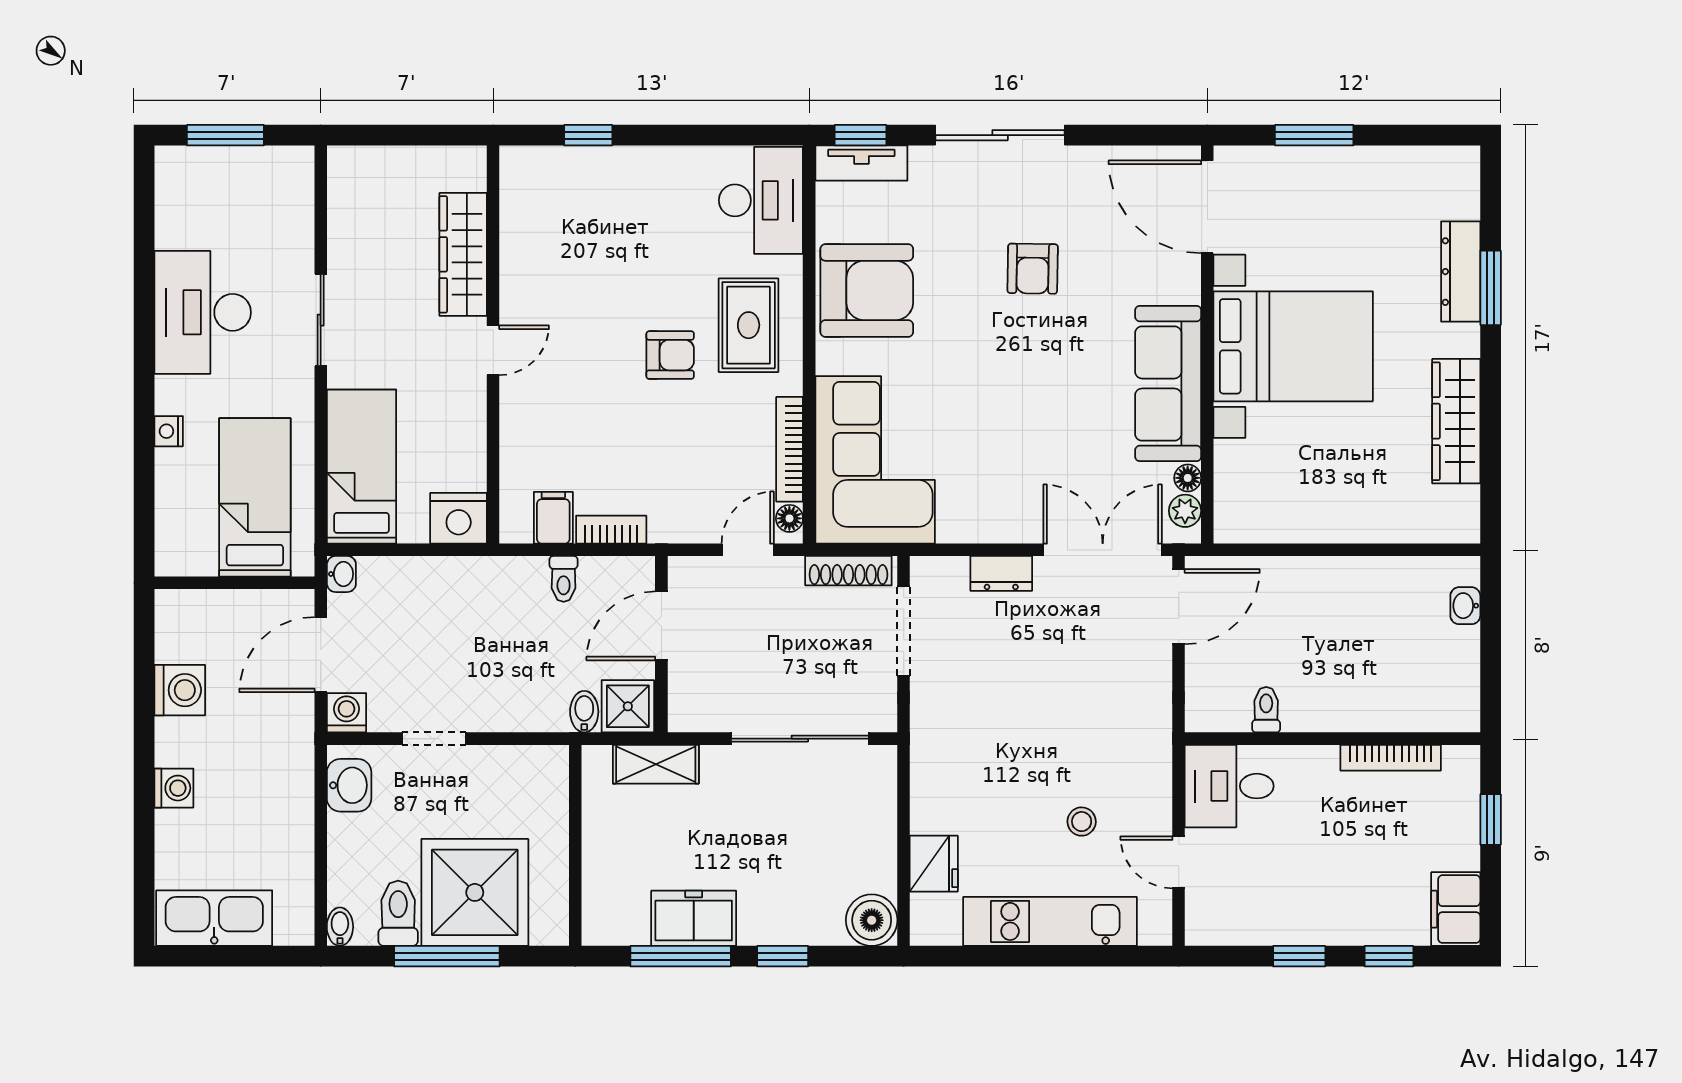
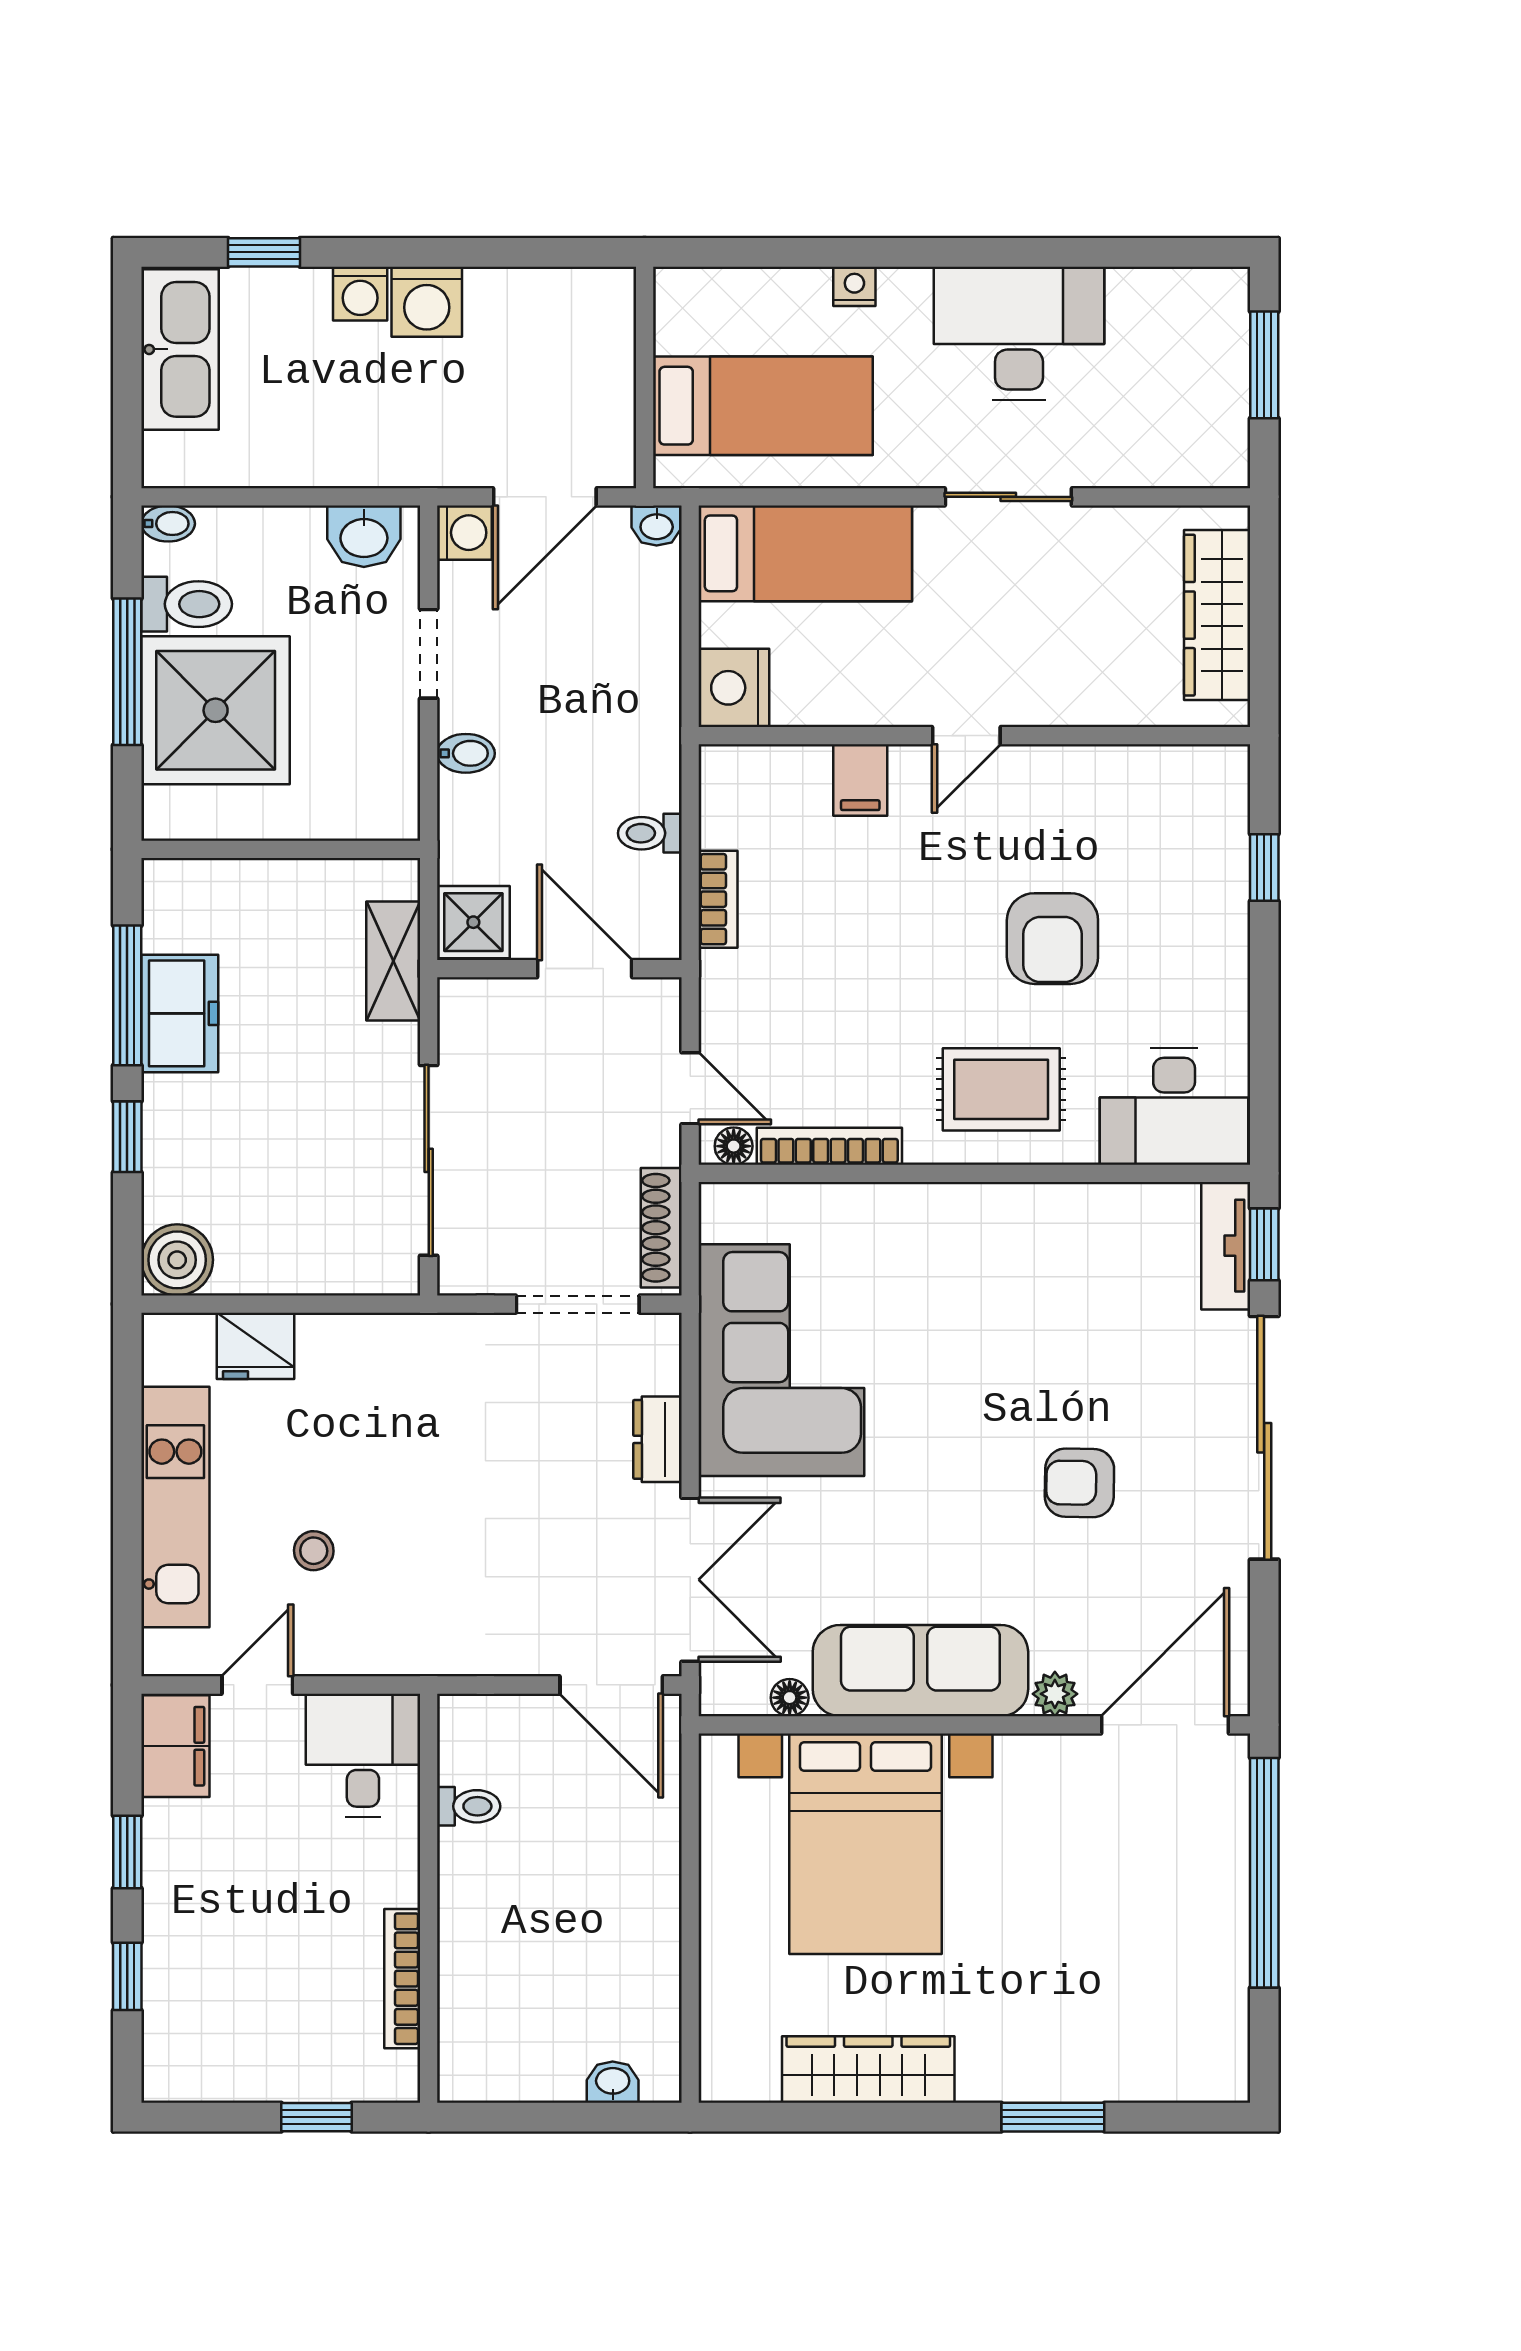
sliding door: (1000, 135) -> (1264, 1438), width x1.36
window: (1314, 135) -> (1264, 1873), width x2.11
wardrobe: (463, 254) -> (1217, 615), moved, turned -90
dresser: (1461, 272) -> (1075, 2076), removed
armchair: (867, 290) -> (1049, 1253), removed
bed with nightstands: (1293, 346) -> (866, 1844), moved
door: (493, 350) -> (966, 736), hinge flipped
armchair: (670, 355) -> (1052, 939), moved, width x1.38, depth x1.38
corner sofa: (875, 460) -> (781, 1360), moved, turned -90
plant: (1185, 511) -> (1055, 1694), moved
filing cabinet: (553, 518) -> (860, 780), moved, turned 90
door: (321, 655) -> (545, 497), swing flipped
washing machine: (180, 690) -> (427, 302), moved
bidet: (584, 712) -> (466, 753), moved
window: (144, 857) -> (264, 252), added
filing cabinet: (1456, 909) -> (175, 1746), moved, turned 90

